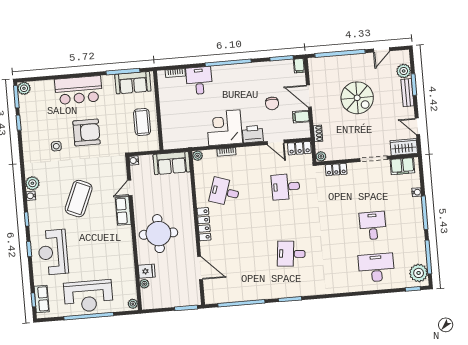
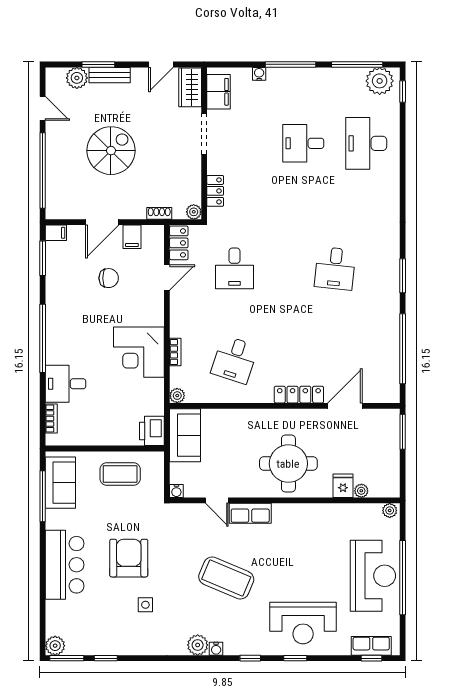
printer: (253, 134) -> (152, 431), moved
locker: (204, 224) -> (299, 395), moved

